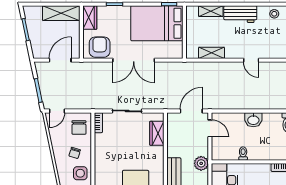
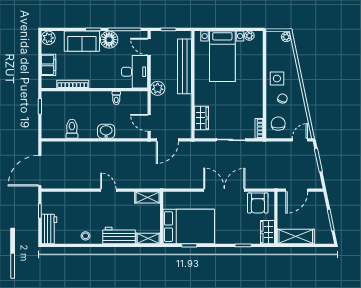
bed: (157, 23) -> (189, 227), moved
wall: (184, 32) -> (162, 218), moved

